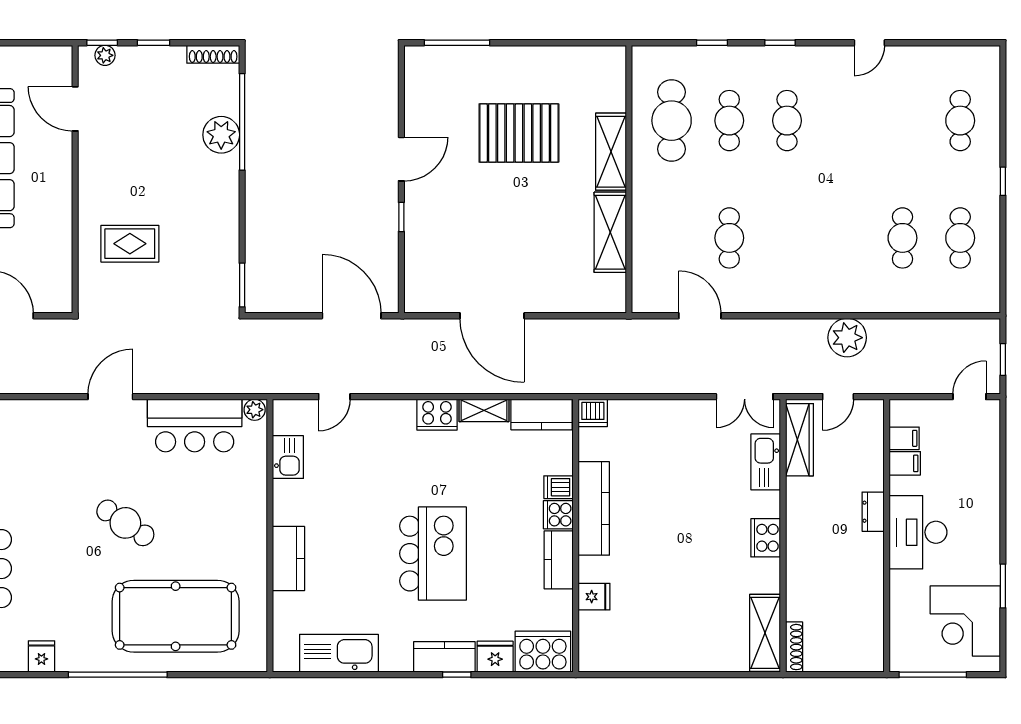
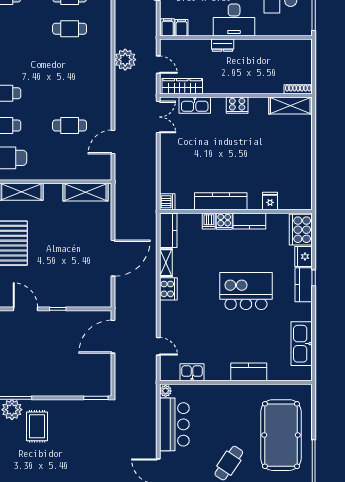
shelving: (610, 232) -> (86, 192), moved
rug: (130, 244) -> (37, 426), moved
filing cabinet: (905, 463) -> (168, 27), moved

